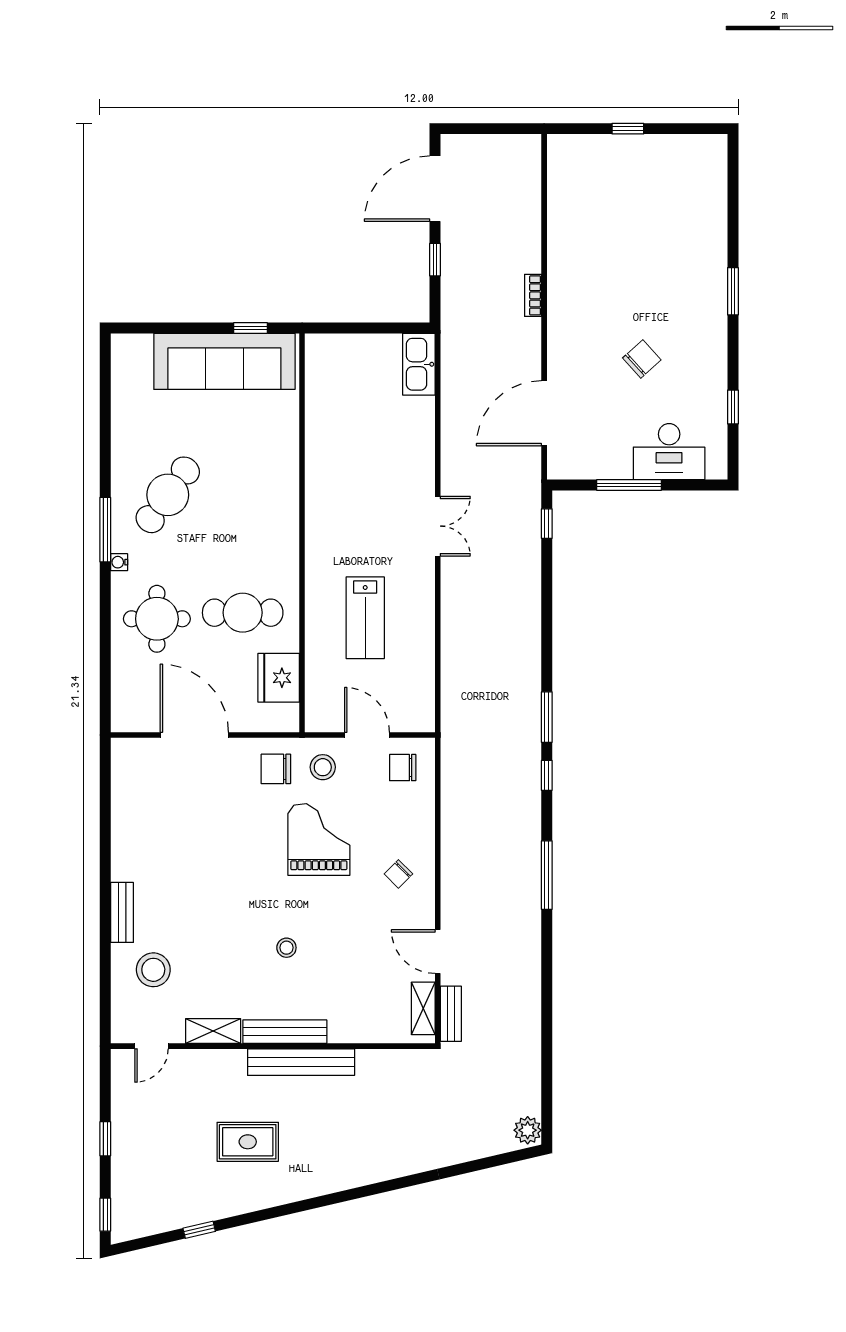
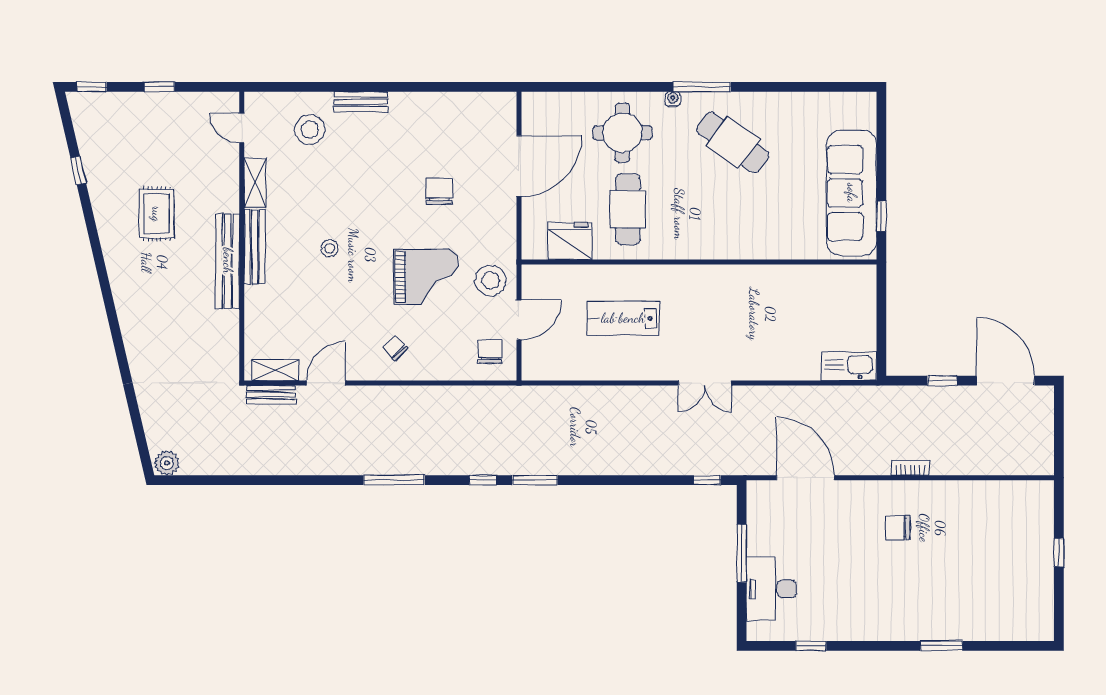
window: (733, 291) -> (941, 646), moved
chair: (642, 359) -> (898, 528), moved, turned 132
stool: (323, 767) -> (490, 281), width x1.38, depth x1.38
chair: (276, 769) -> (439, 191), moved

